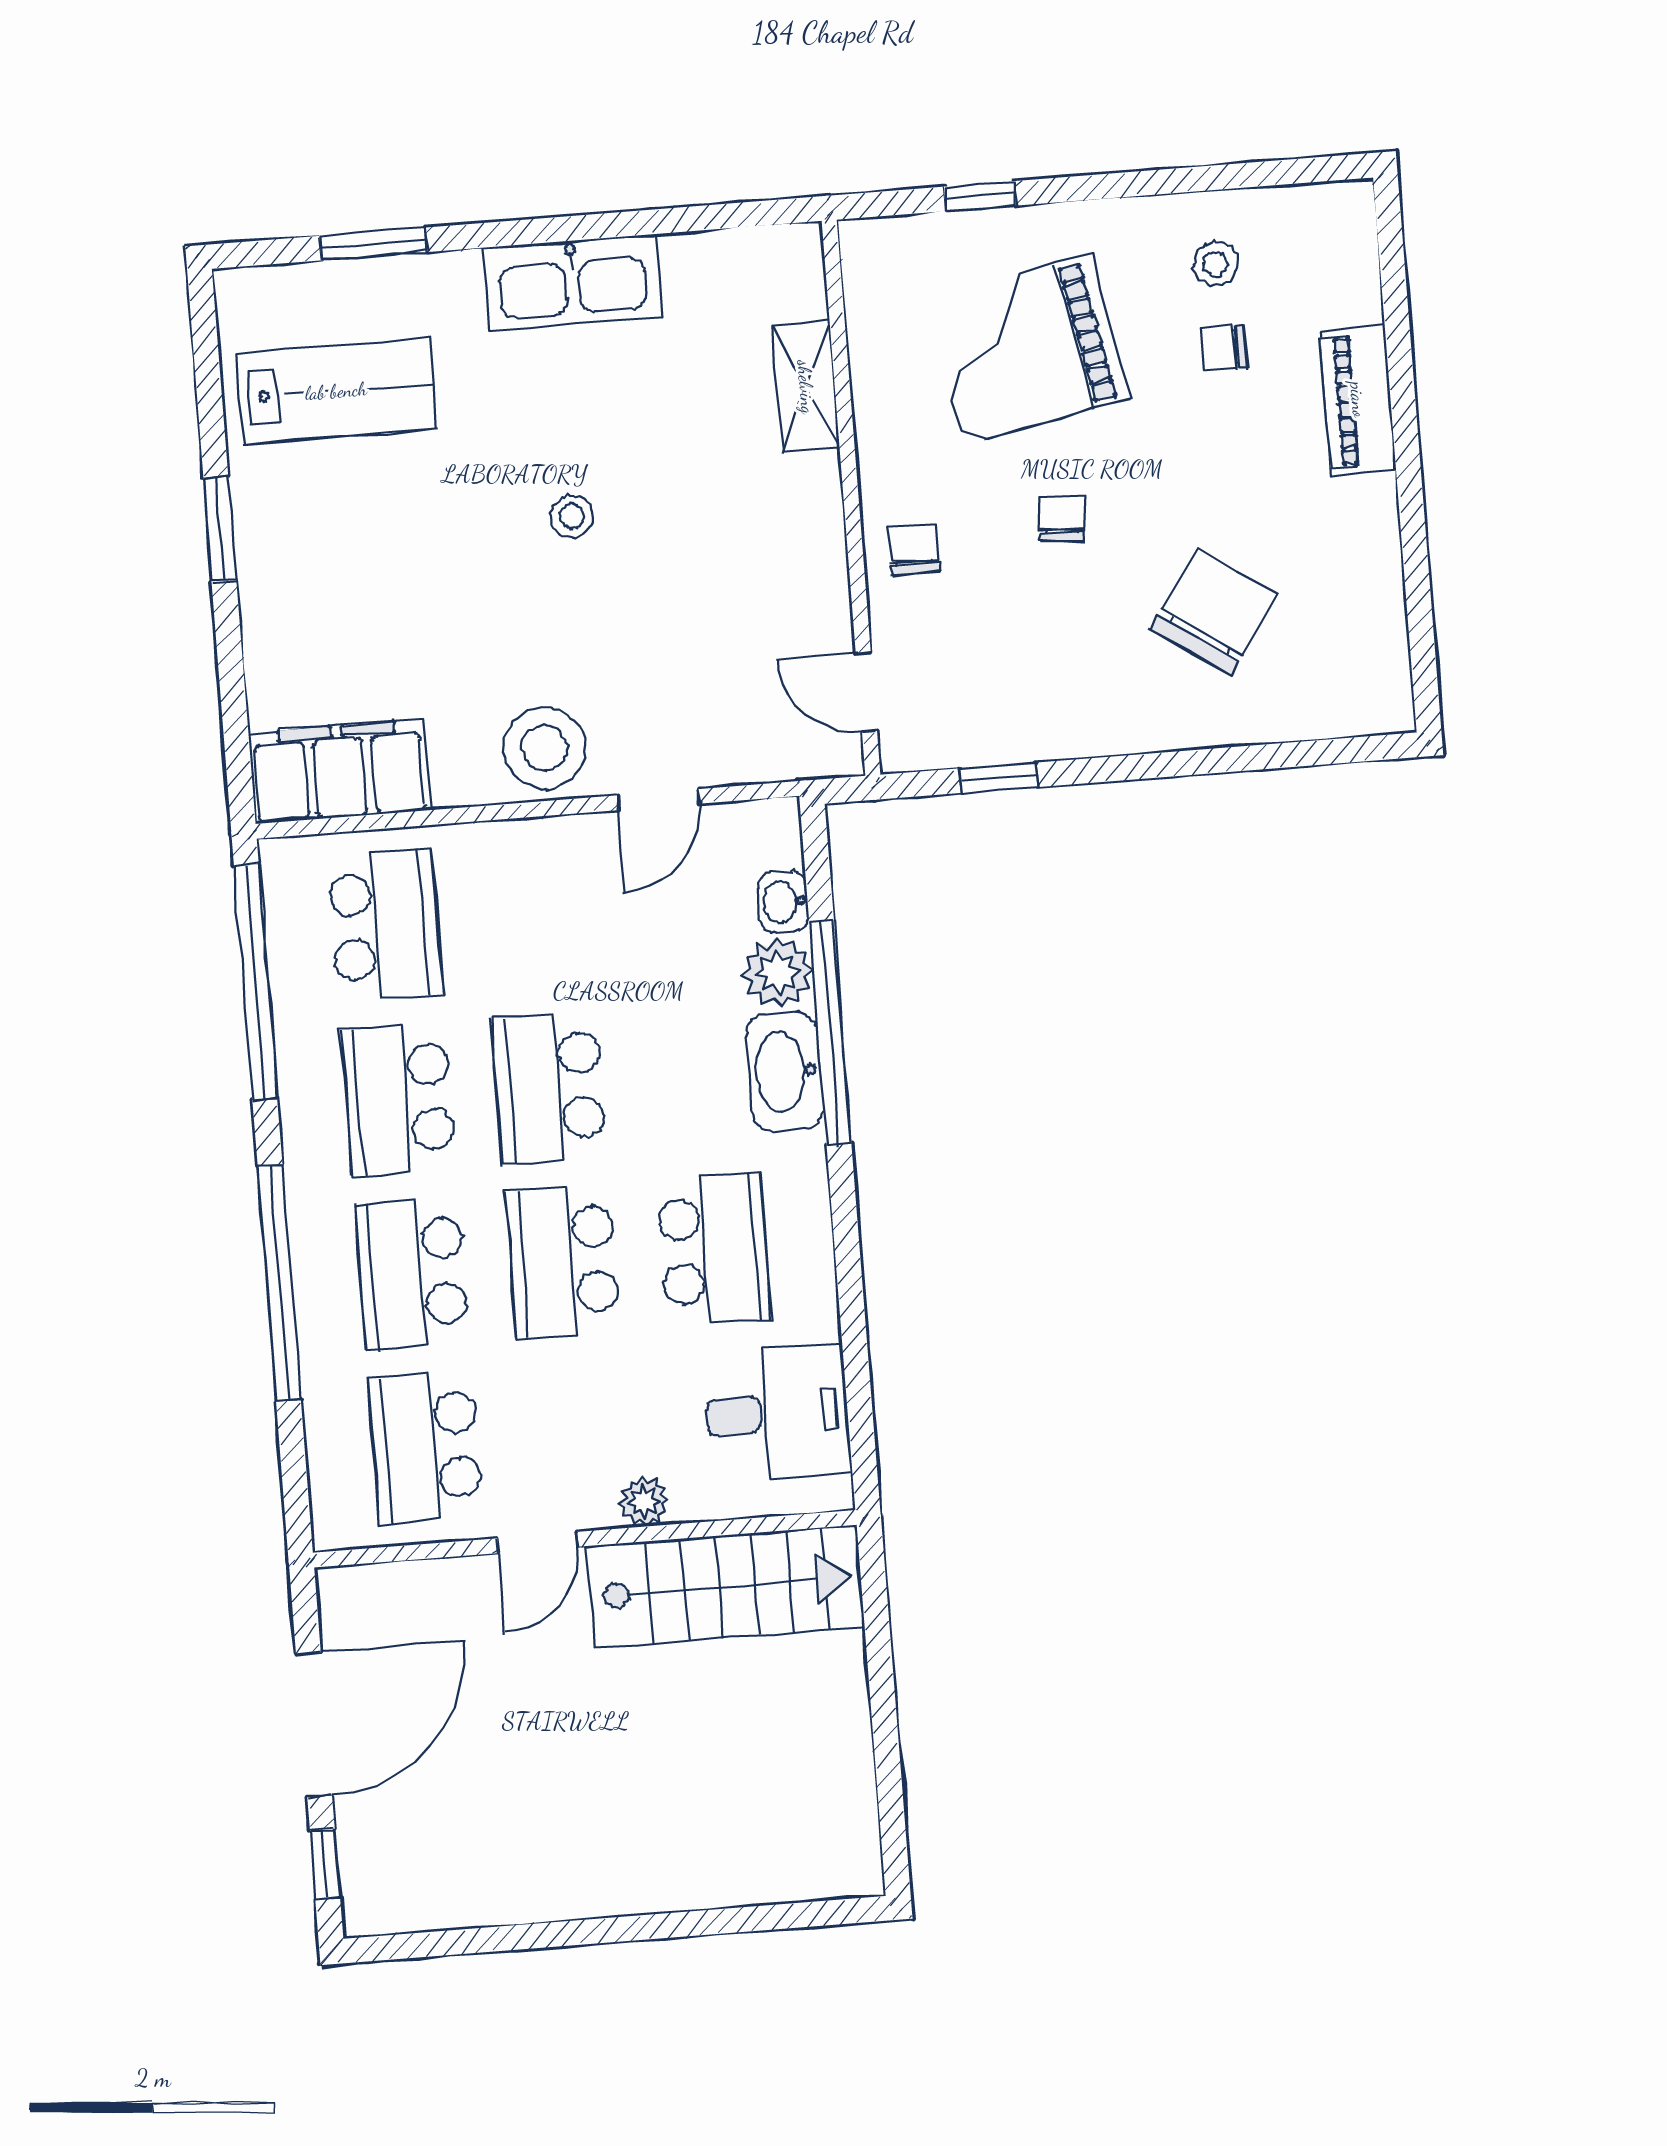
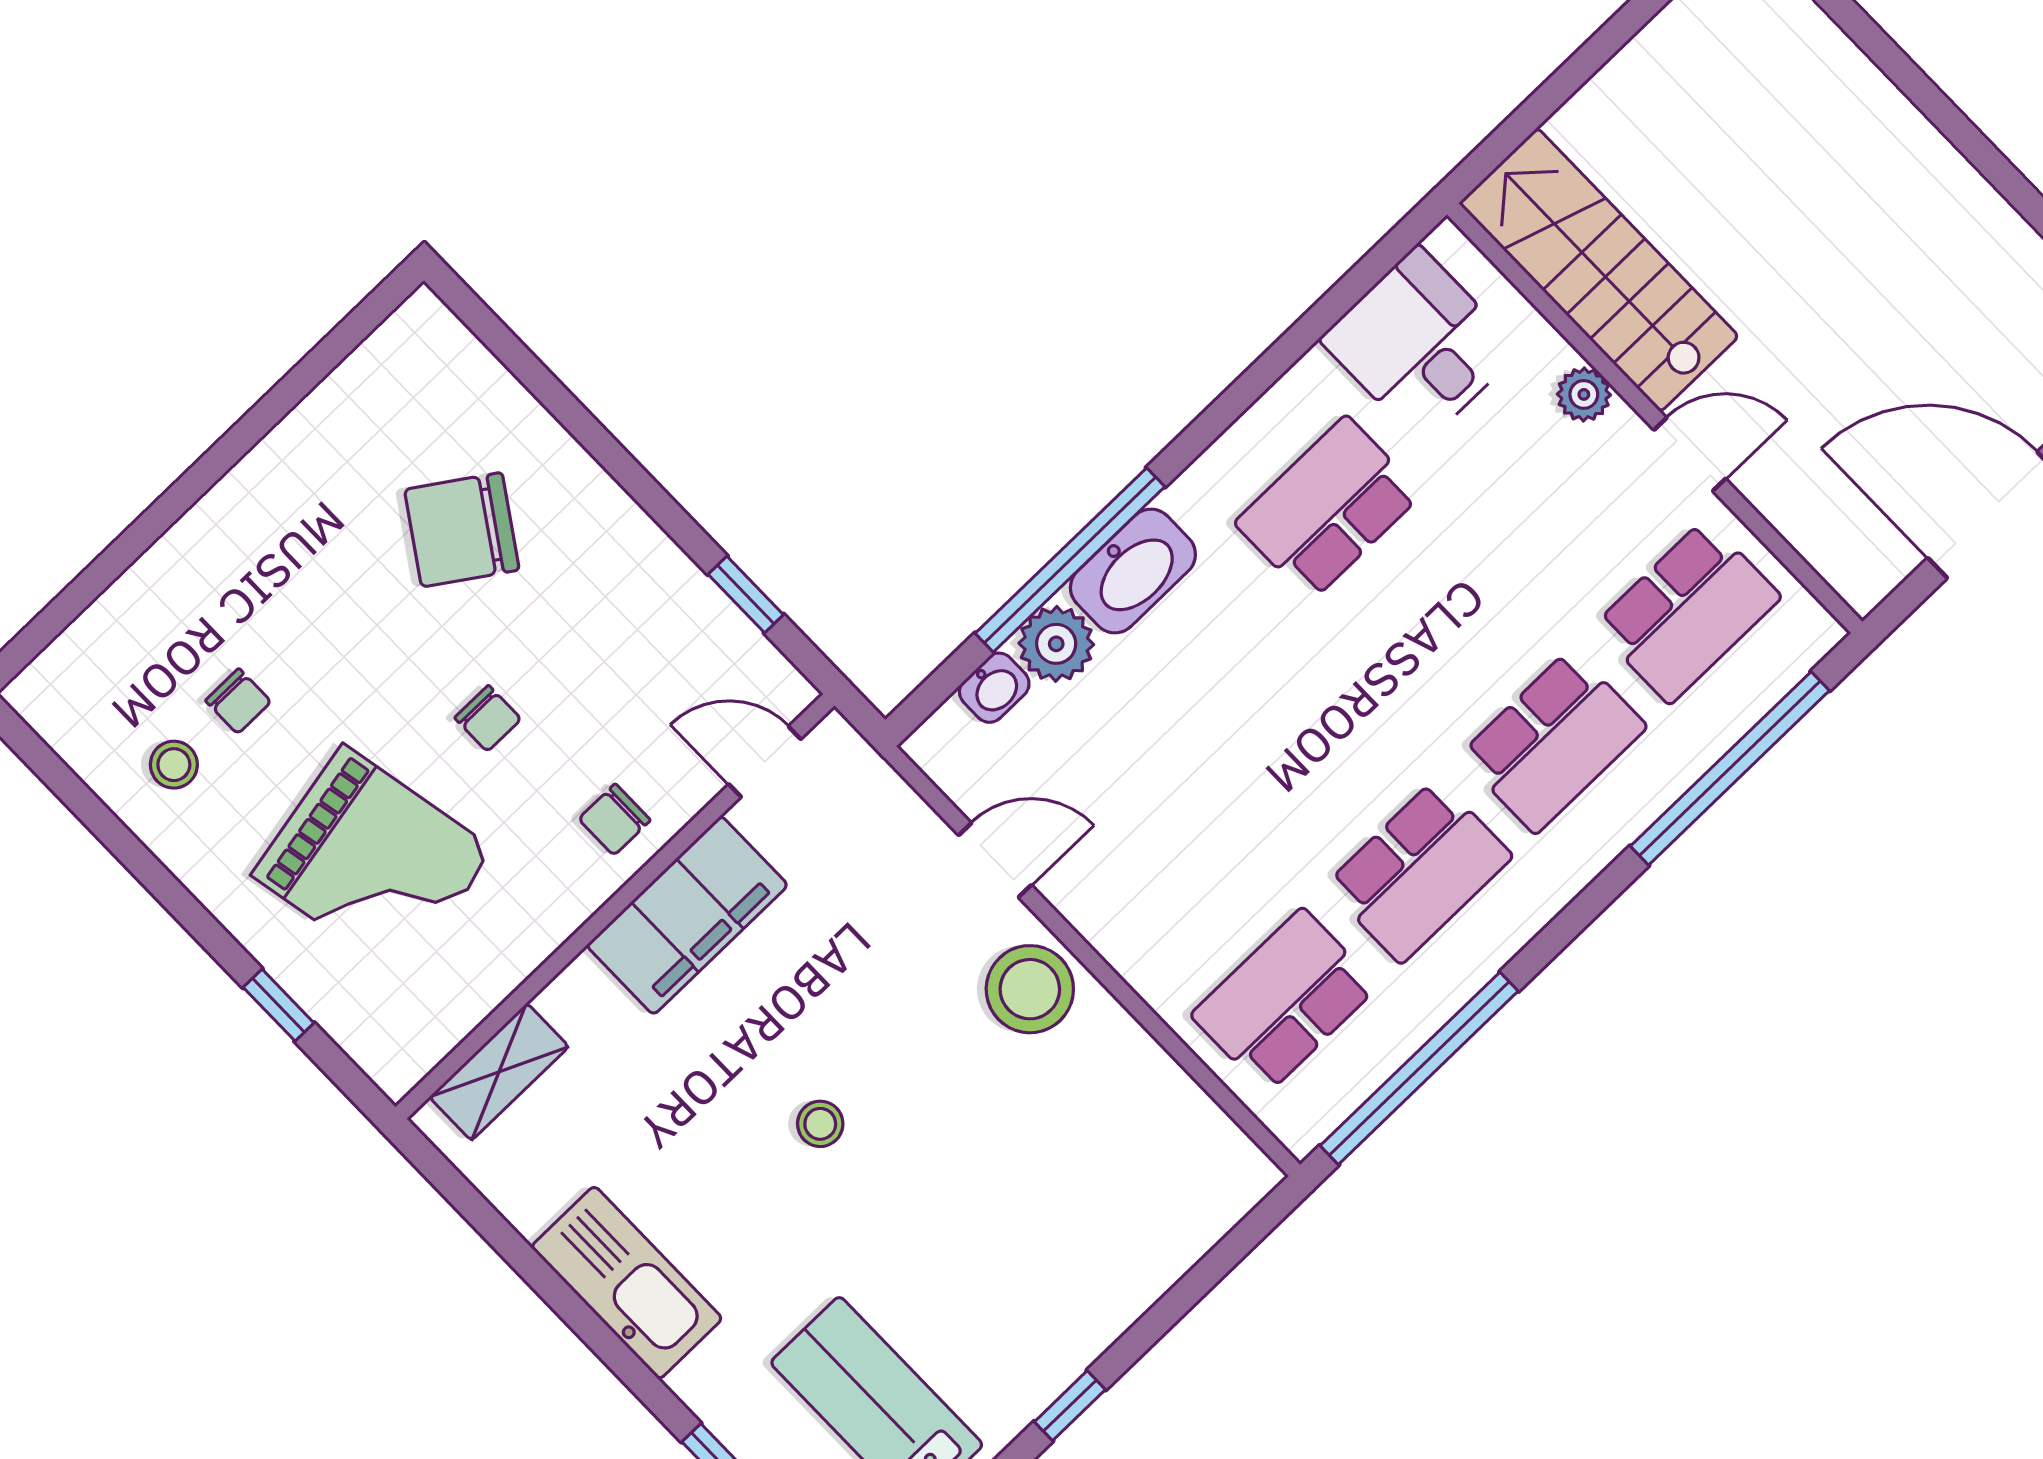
shelving: (806, 387) -> (499, 1072), moved
piano: (1358, 400) -> (190, 554), removed
chair: (1062, 518) -> (488, 718), turned -94
window: (220, 529) -> (1070, 1406), width x0.67
door: (866, 692) -> (765, 762), swing flipped
filing cabinet: (340, 772) -> (687, 915), moved, turned -90
school desk: (549, 1087) -> (1306, 754), removed
school desk: (563, 1261) -> (1441, 625), removed
window: (279, 1283) -> (1730, 768), moved

